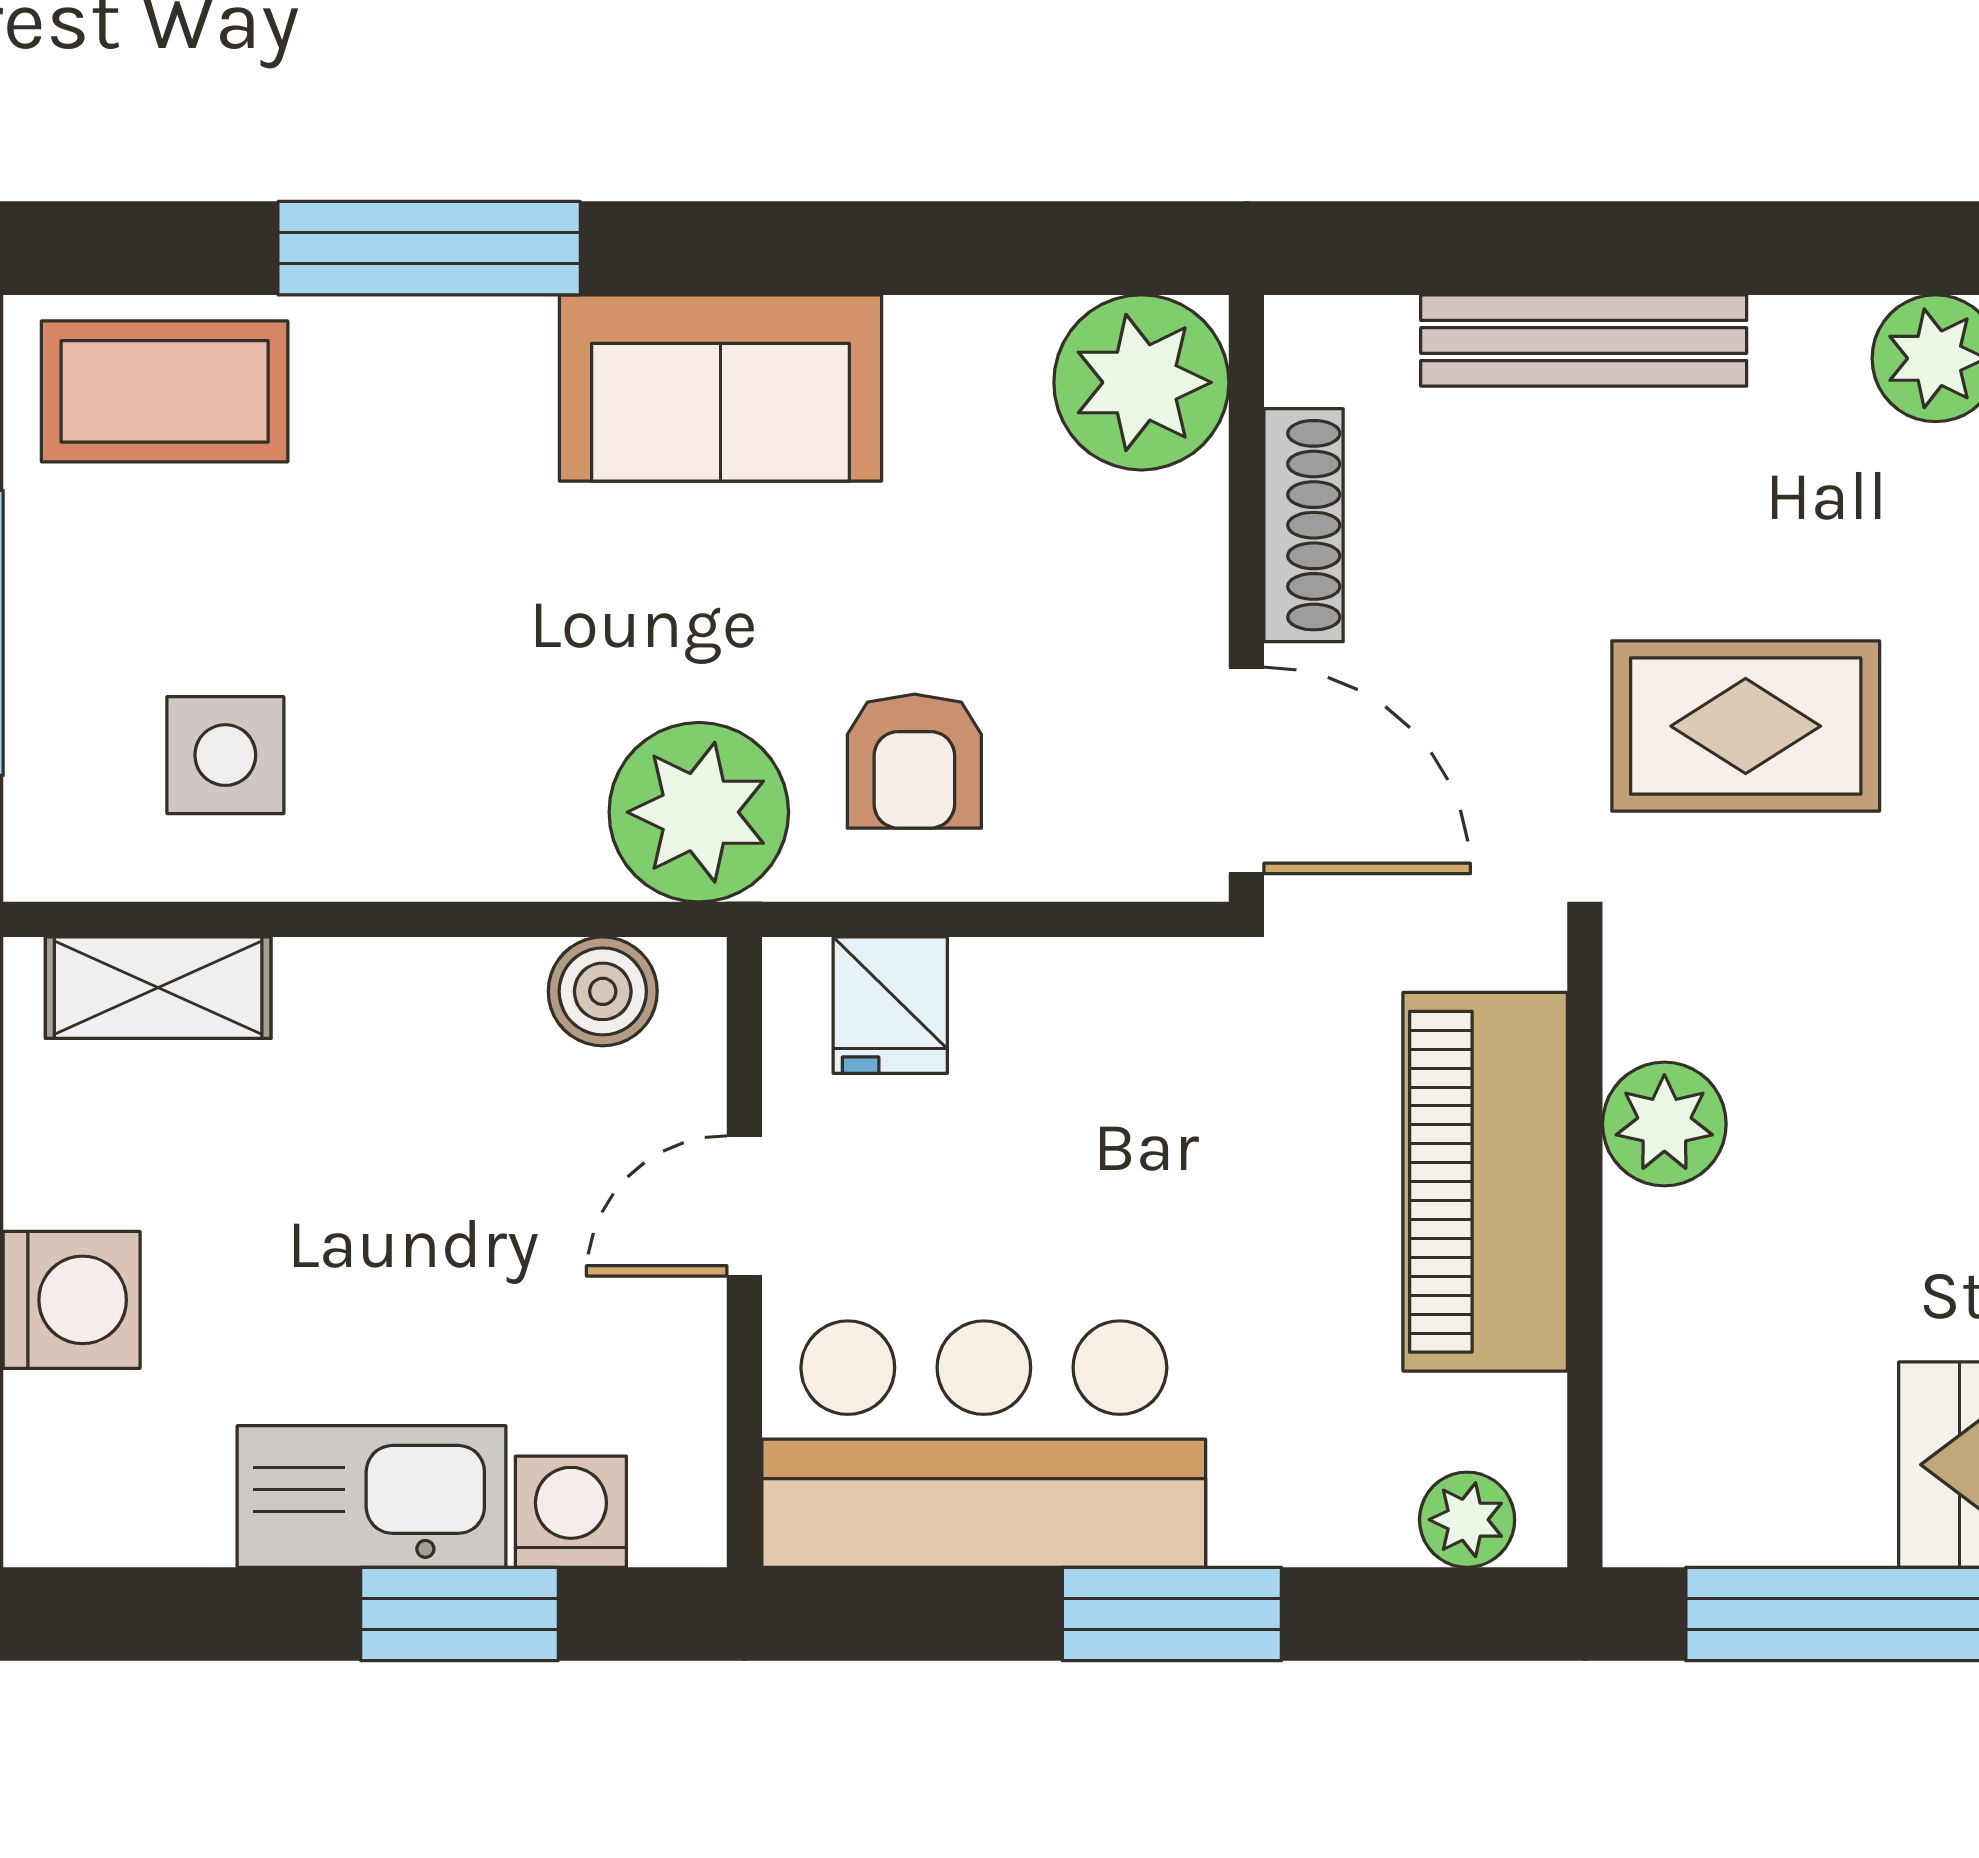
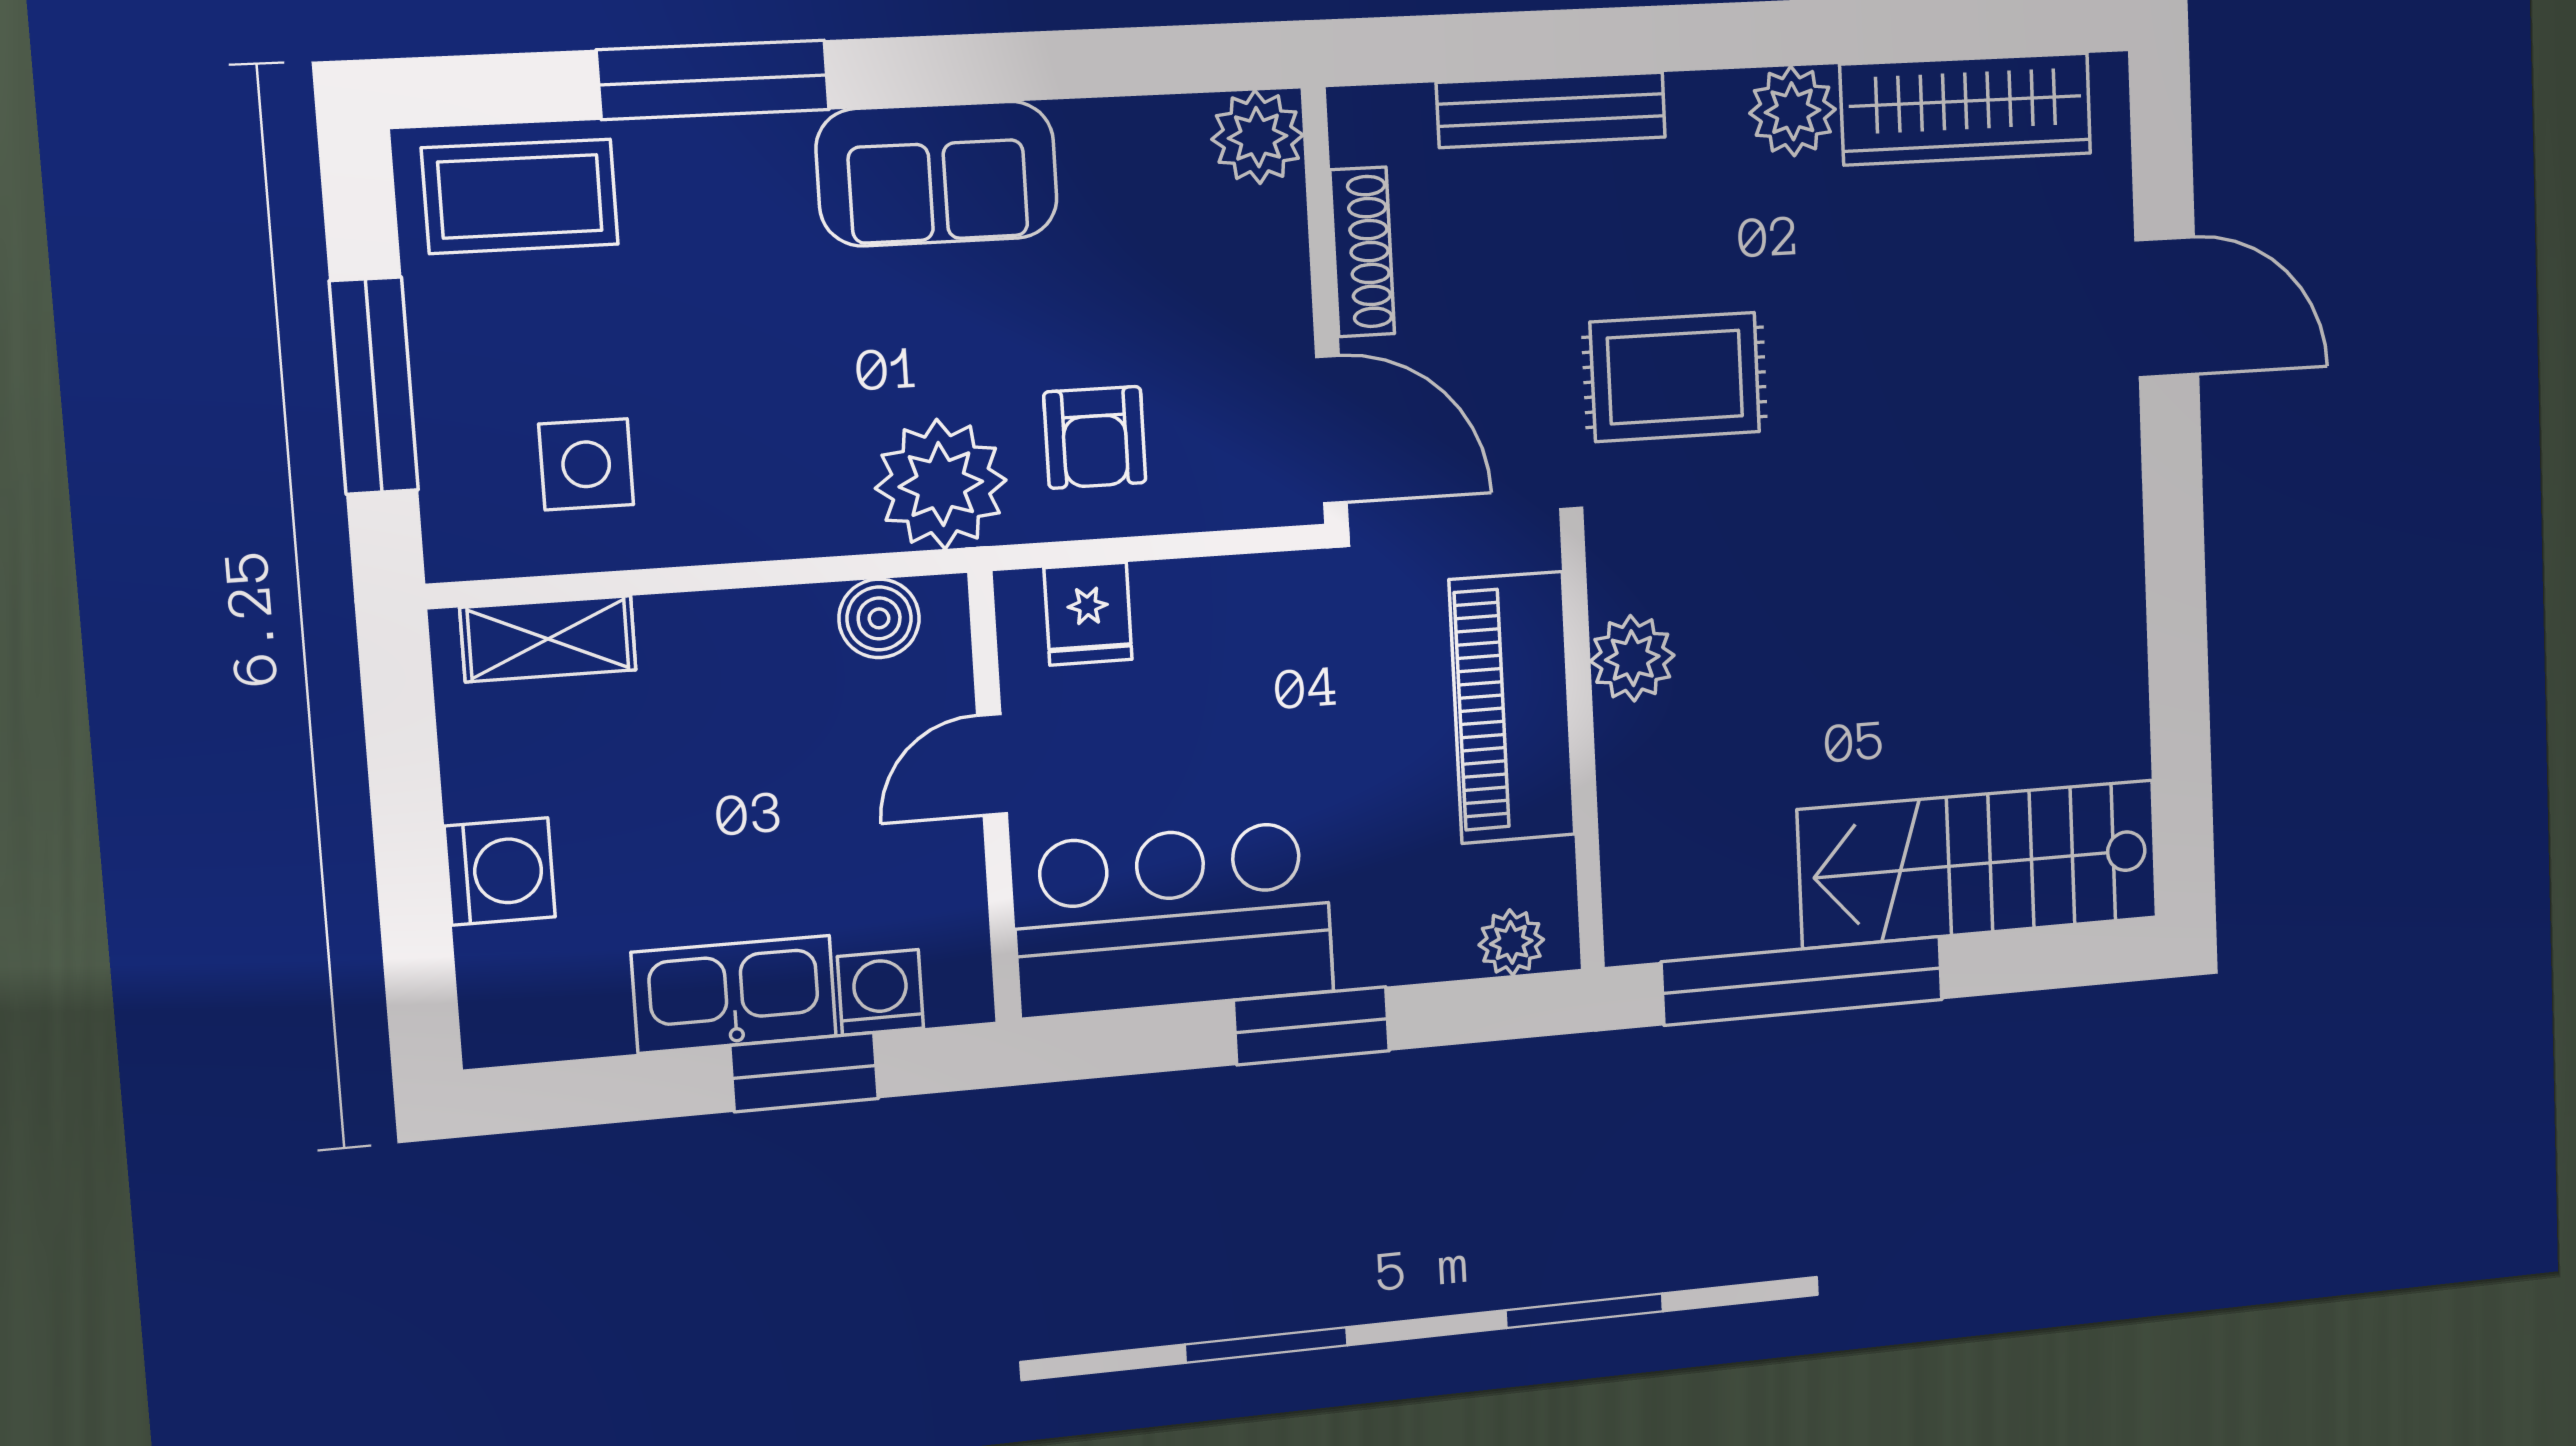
plant: (1141, 382) -> (1258, 137), width x0.73, depth x0.73

